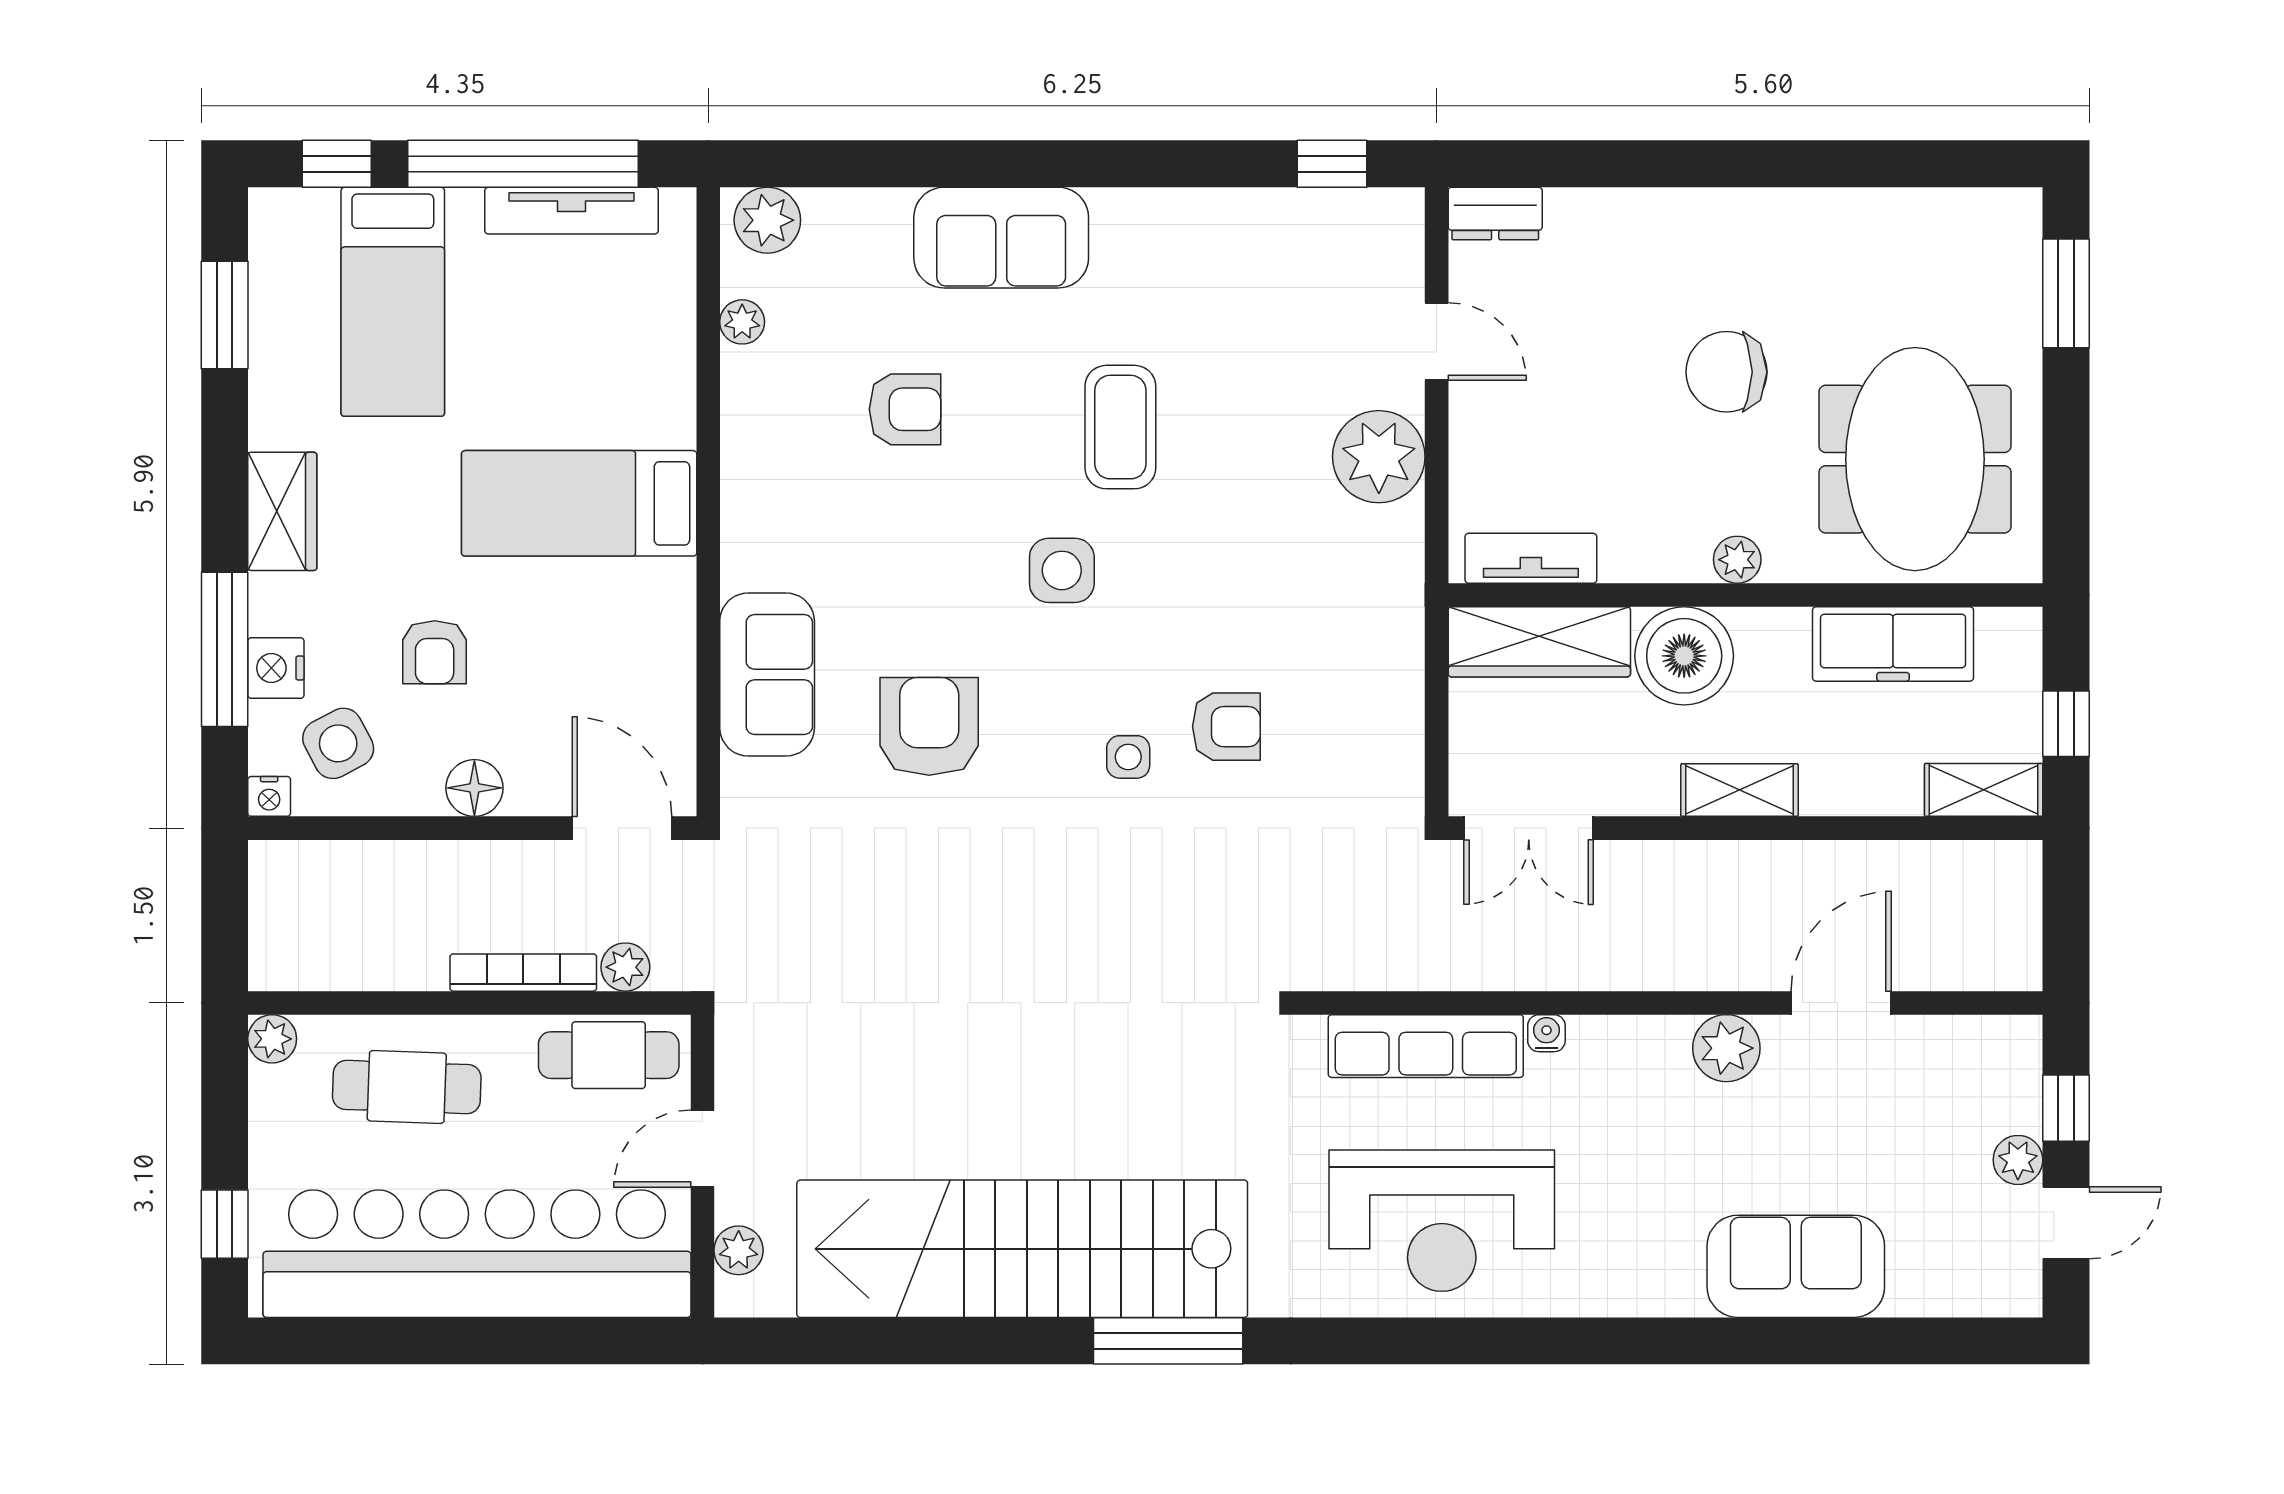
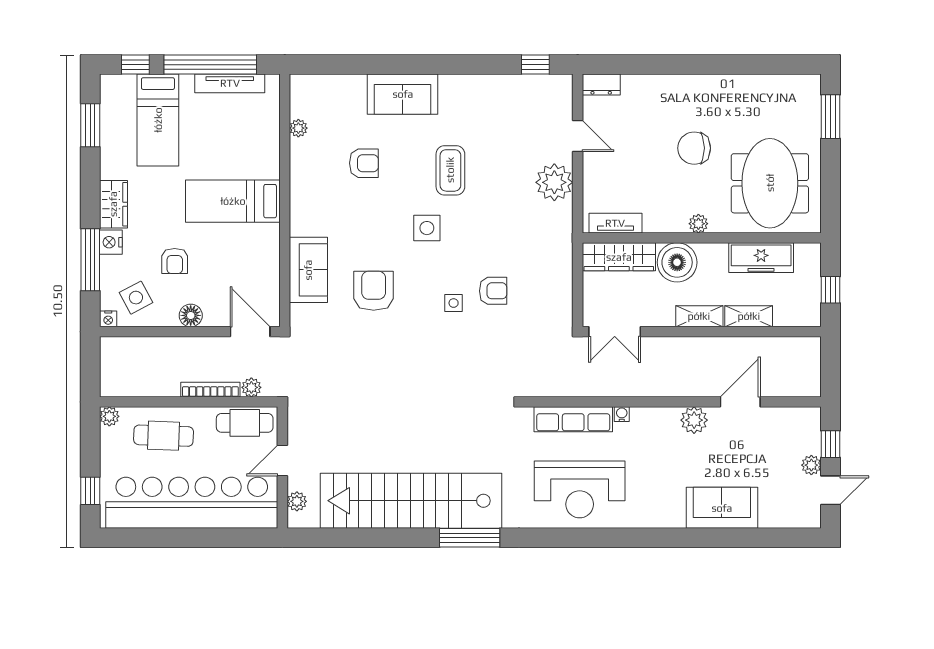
plant: (767, 220) -> (308, 87), removed
nightstand: (276, 668) -> (111, 242), moved
shelving: (1984, 790) -> (749, 316), moved

